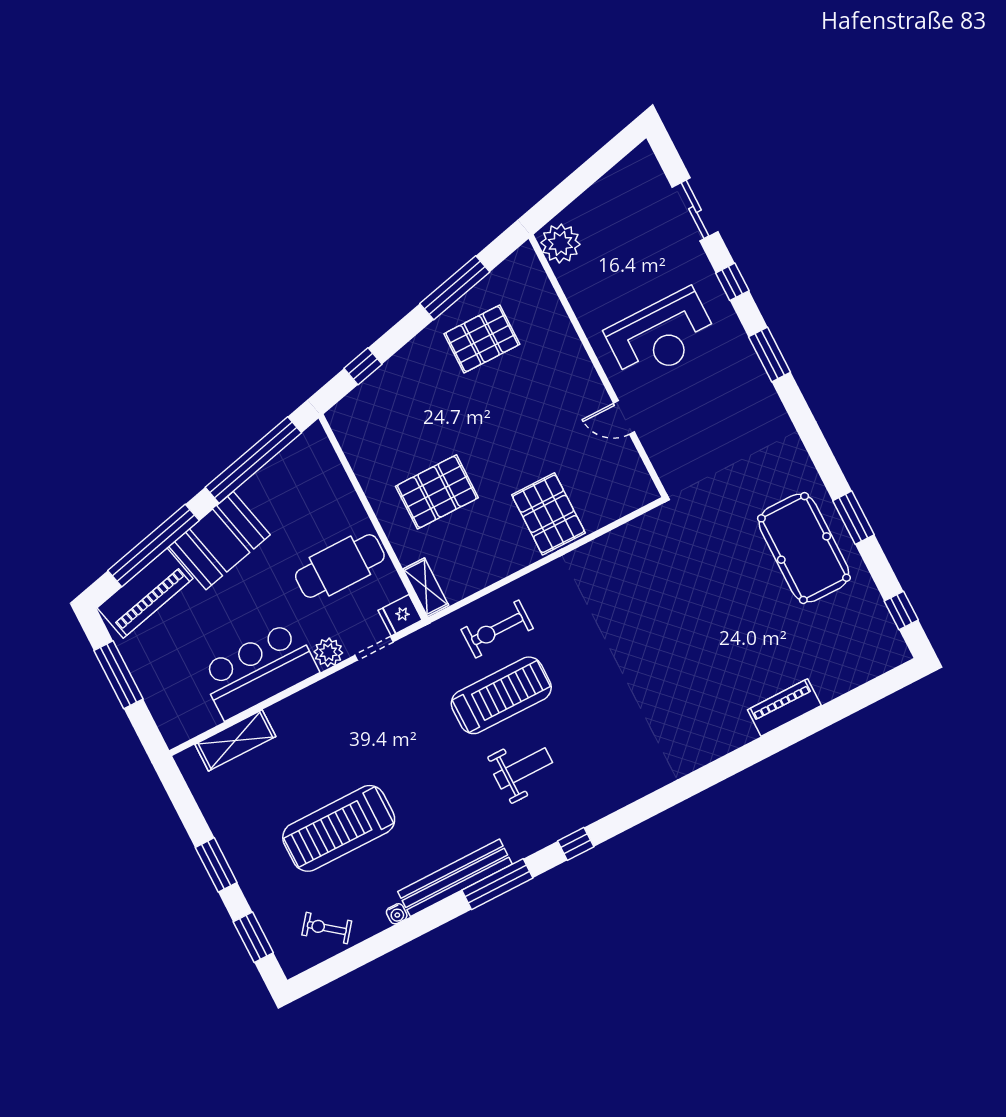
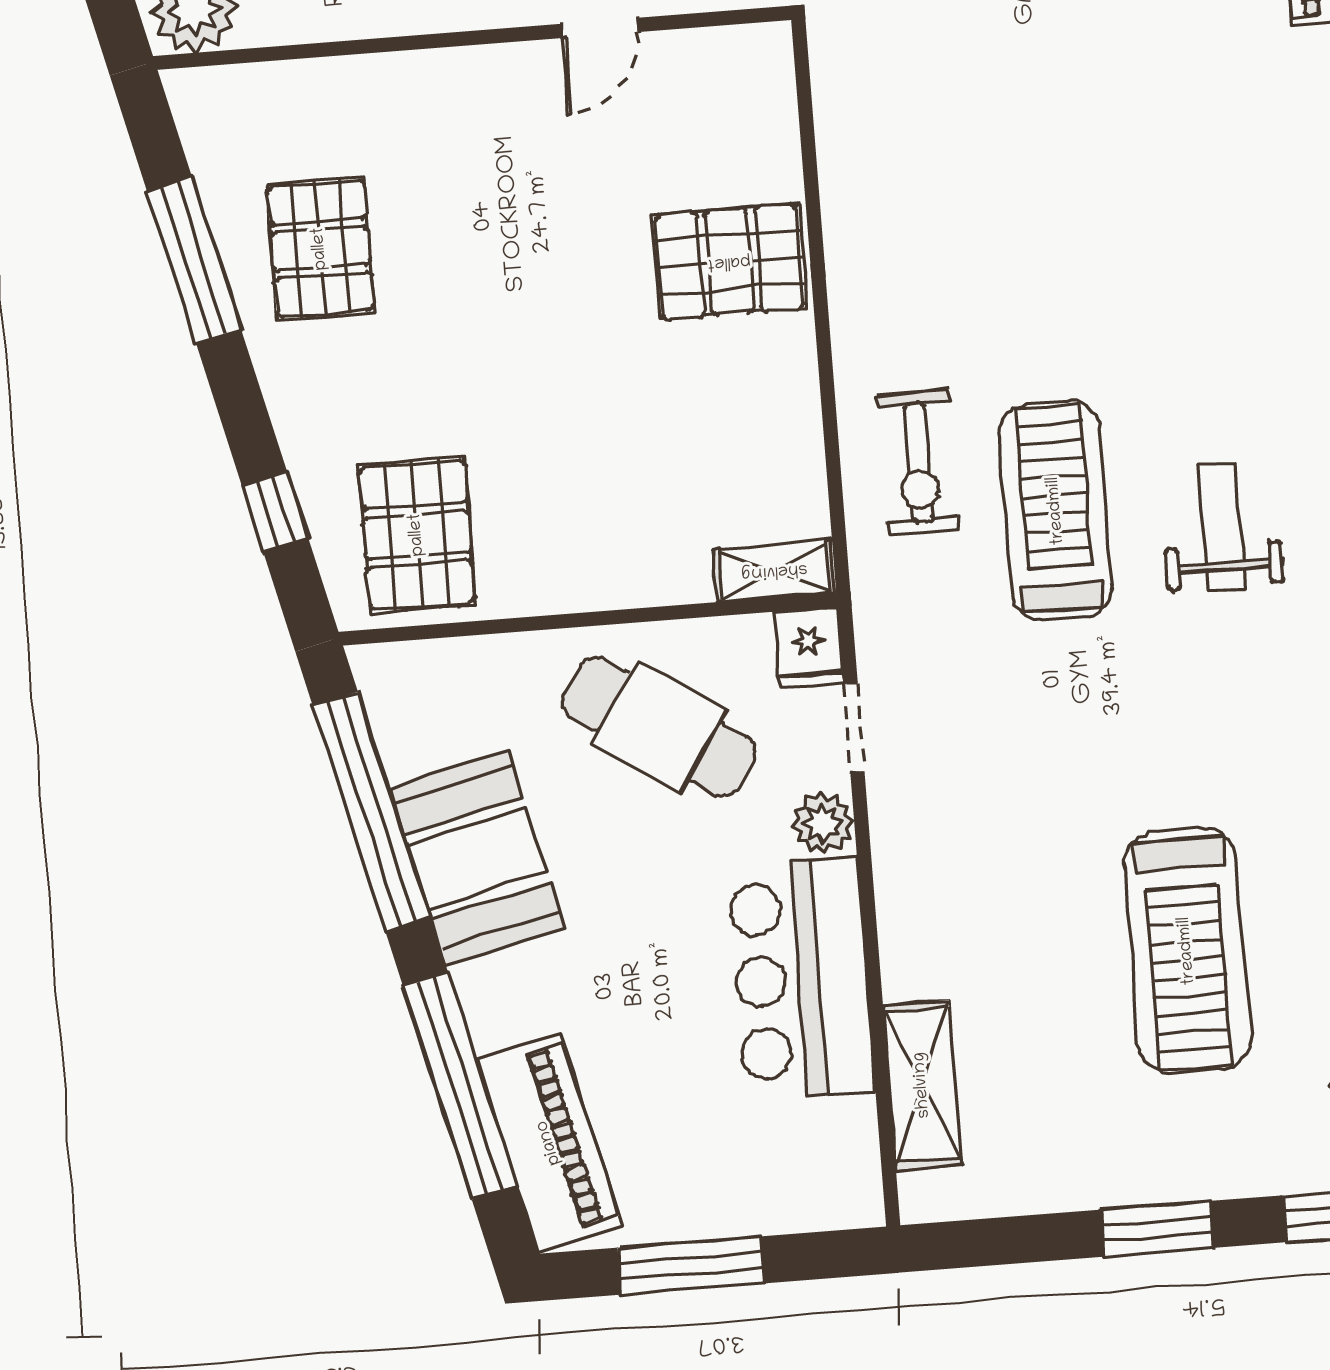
pallet: (437, 492) -> (417, 535), moved
booth: (220, 541) -> (477, 858), moved
cafe table: (340, 566) -> (659, 727), turned -57

